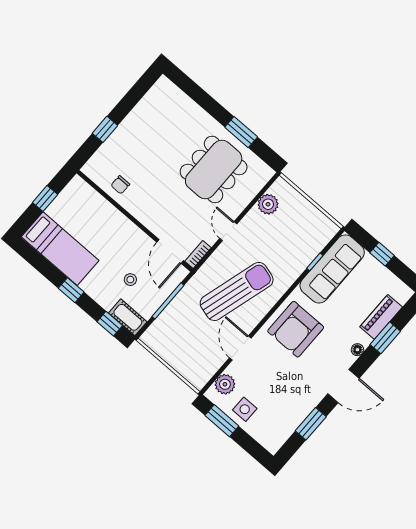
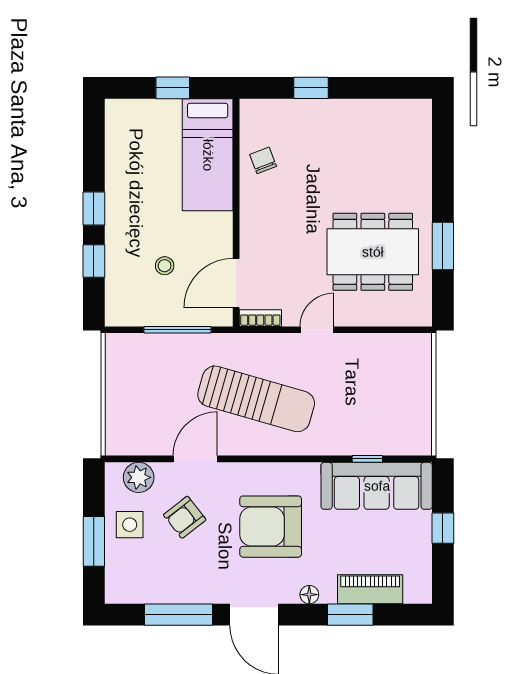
chair: (120, 185) -> (263, 160), turned 69
plant: (268, 204) -> (387, 348), removed
bed: (60, 249) -> (208, 155), moved
cot: (128, 317) -> (119, 300), removed
window: (110, 324) -> (94, 261), moved
armchair: (296, 329) -> (271, 527), moved
armchair: (265, 378) -> (185, 517), added
window: (222, 421) -> (94, 541), moved
window: (311, 424) -> (178, 615), width x1.44

